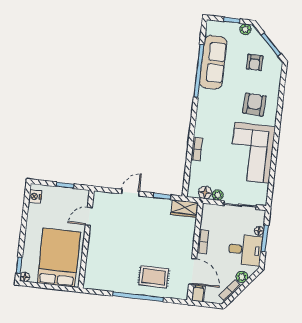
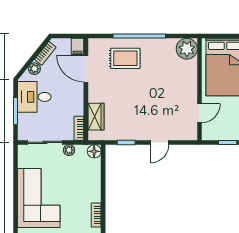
bookcase: (197, 149) -> (96, 215), moved
floor lamp: (205, 193) -> (94, 151), moved
wardrobe: (185, 209) -> (96, 117), moved, turned 90
floor lamp: (259, 231) -> (22, 118), removed
bookcase: (203, 242) -> (79, 128), moved
plant: (94, 279) -> (187, 49), added

